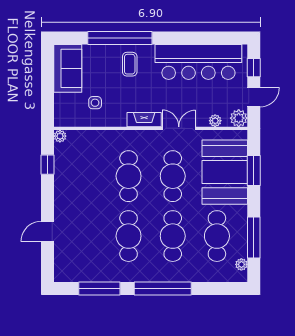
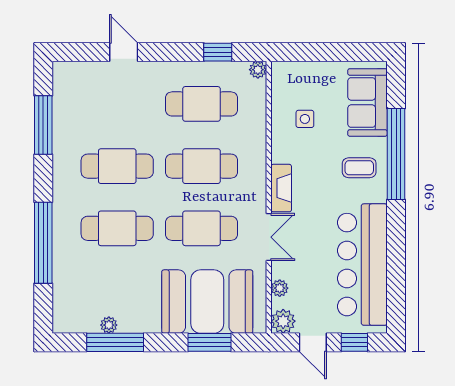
sofa: (68, 68) -> (367, 102), moved, turned 90
cafe table: (217, 236) -> (202, 104), moved
plant: (241, 264) -> (109, 325), moved
window: (163, 289) -> (43, 243), moved

